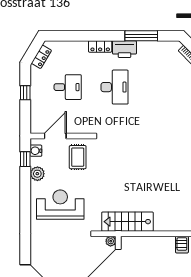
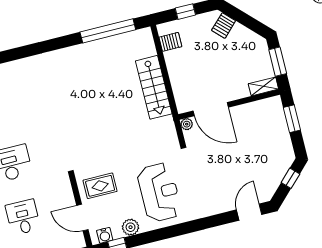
reception desk: (60, 205) -> (159, 192), turned 180
stairs: (127, 222) -> (154, 87), moved

